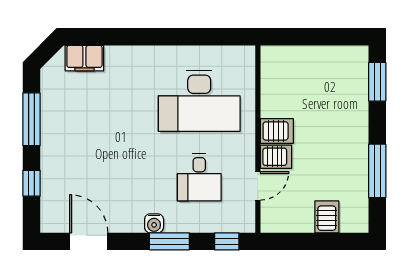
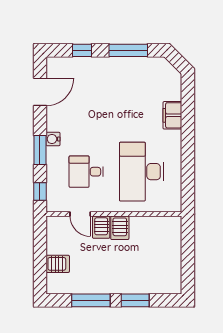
filing cabinet: (84, 58) -> (172, 115), moved
window: (377, 82) -> (135, 300), moved

